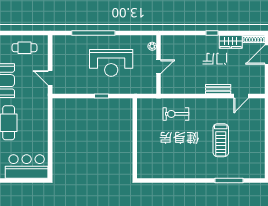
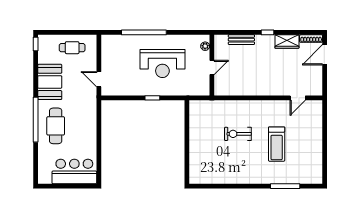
bench: (218, 89) -> (241, 40), moved
exercise bike: (176, 114) -> (238, 134), moved

